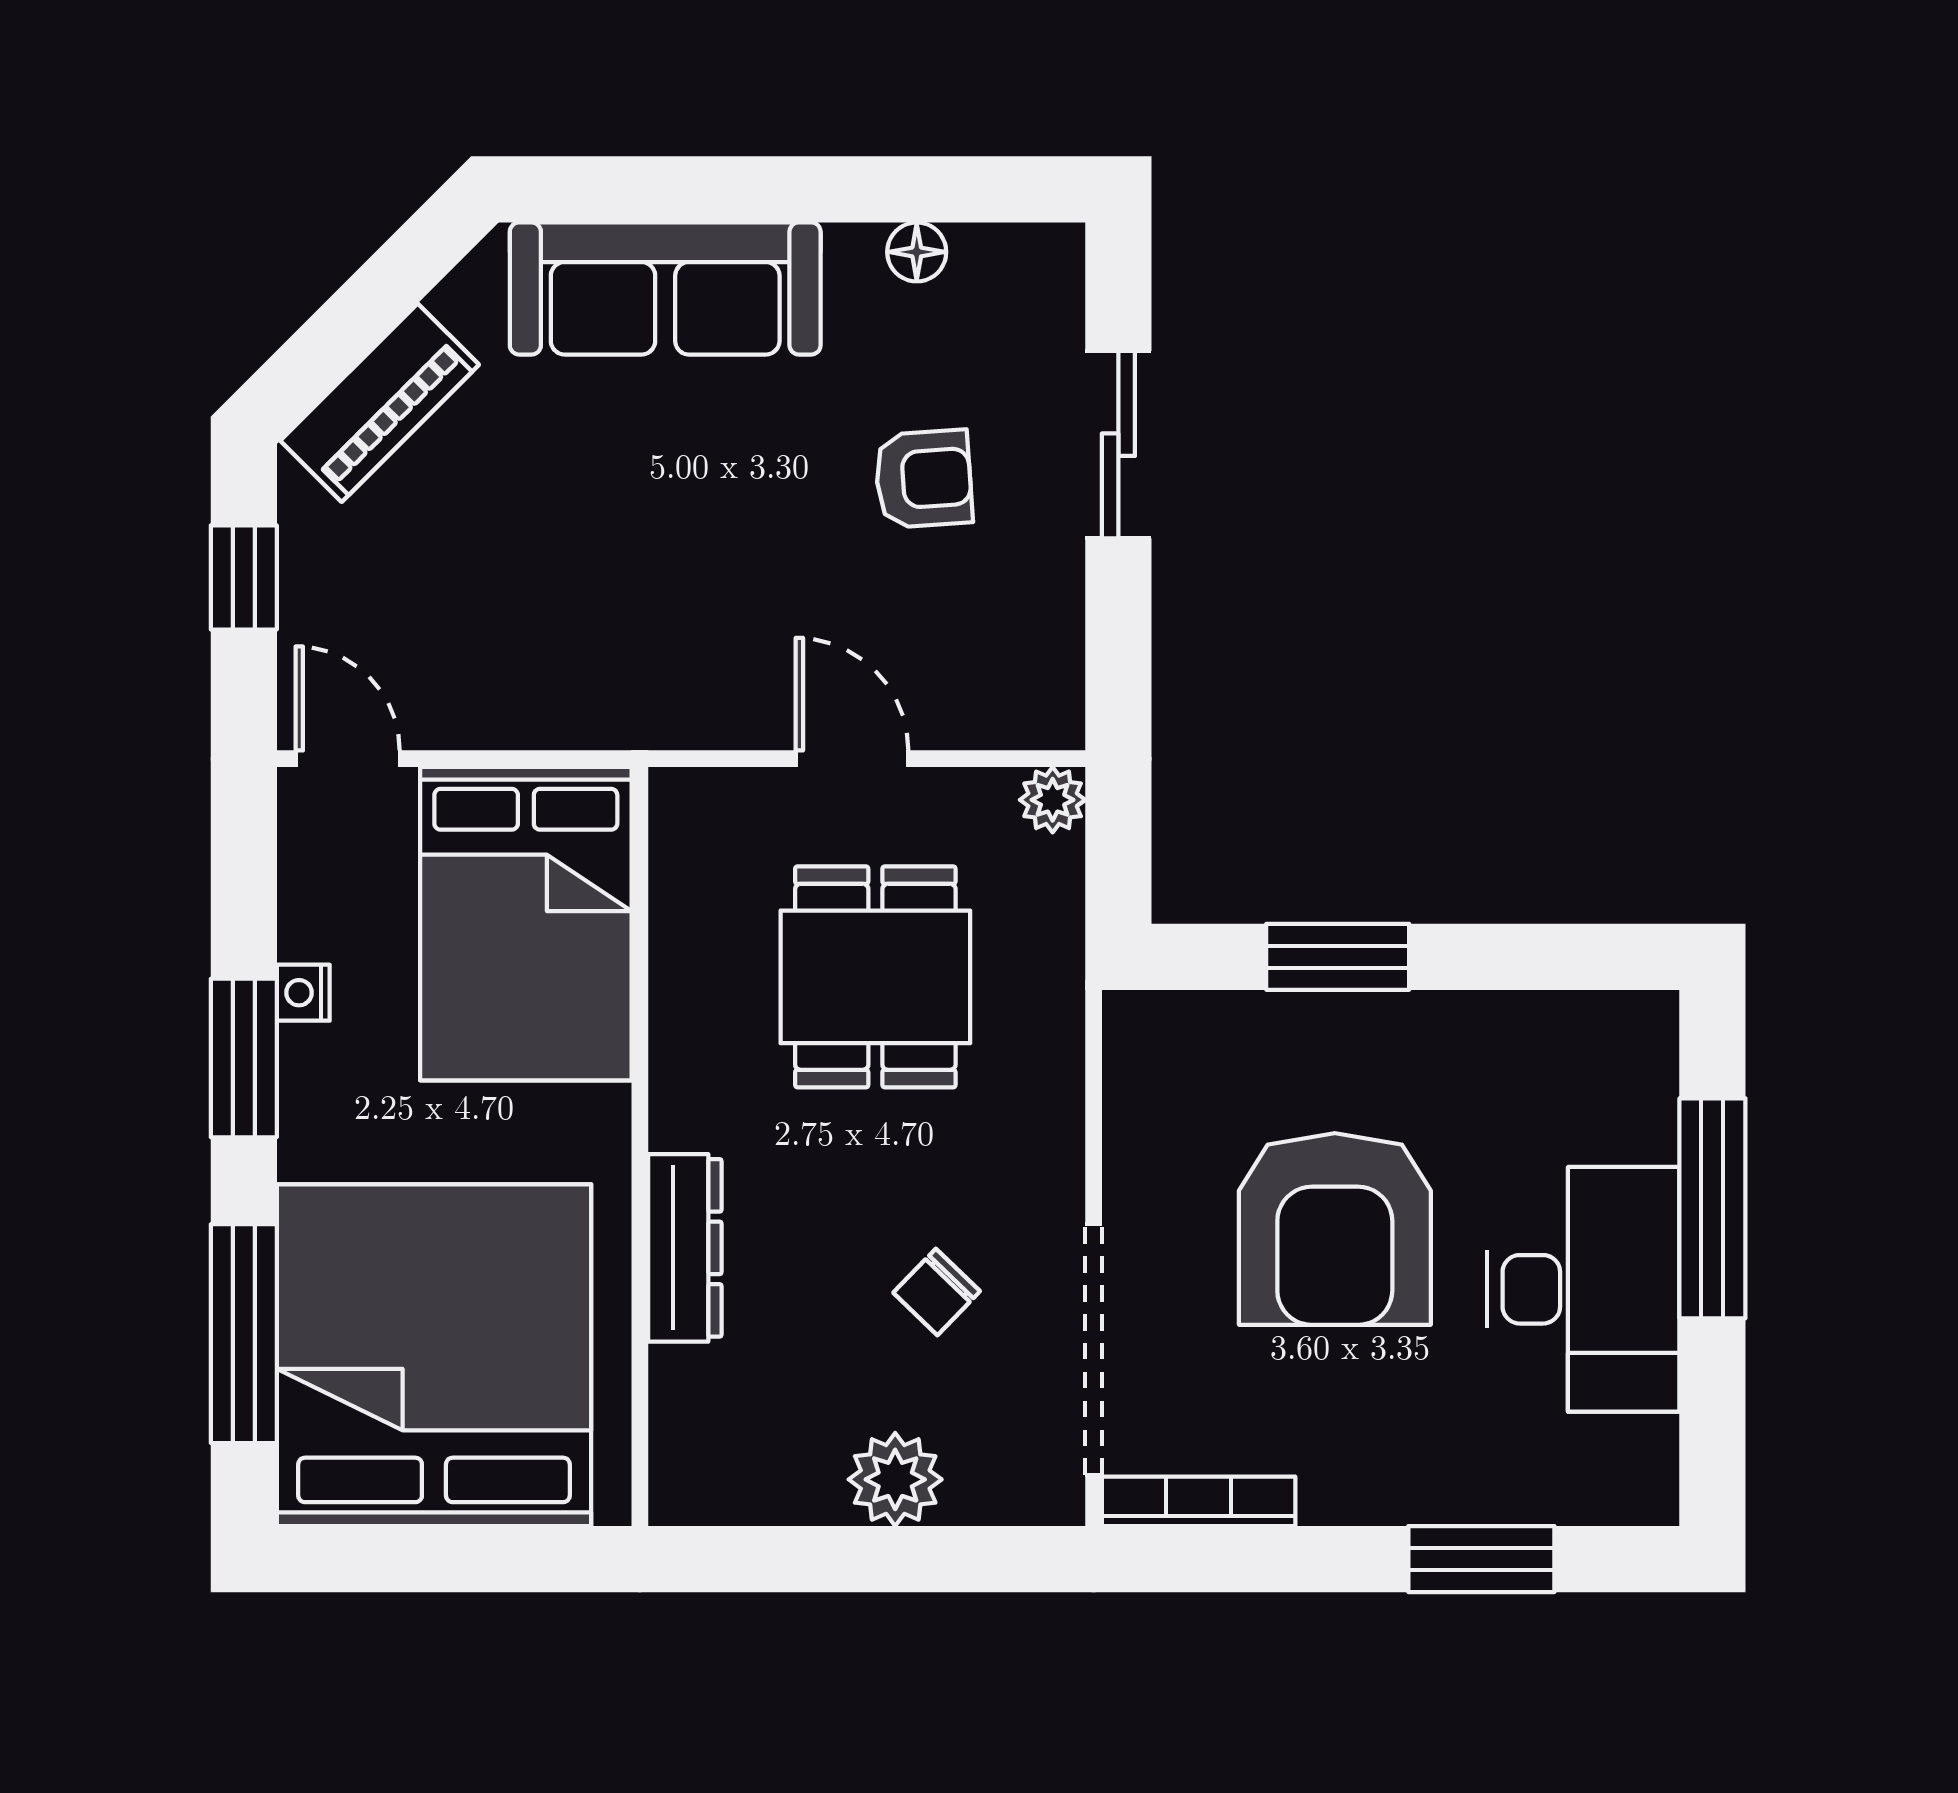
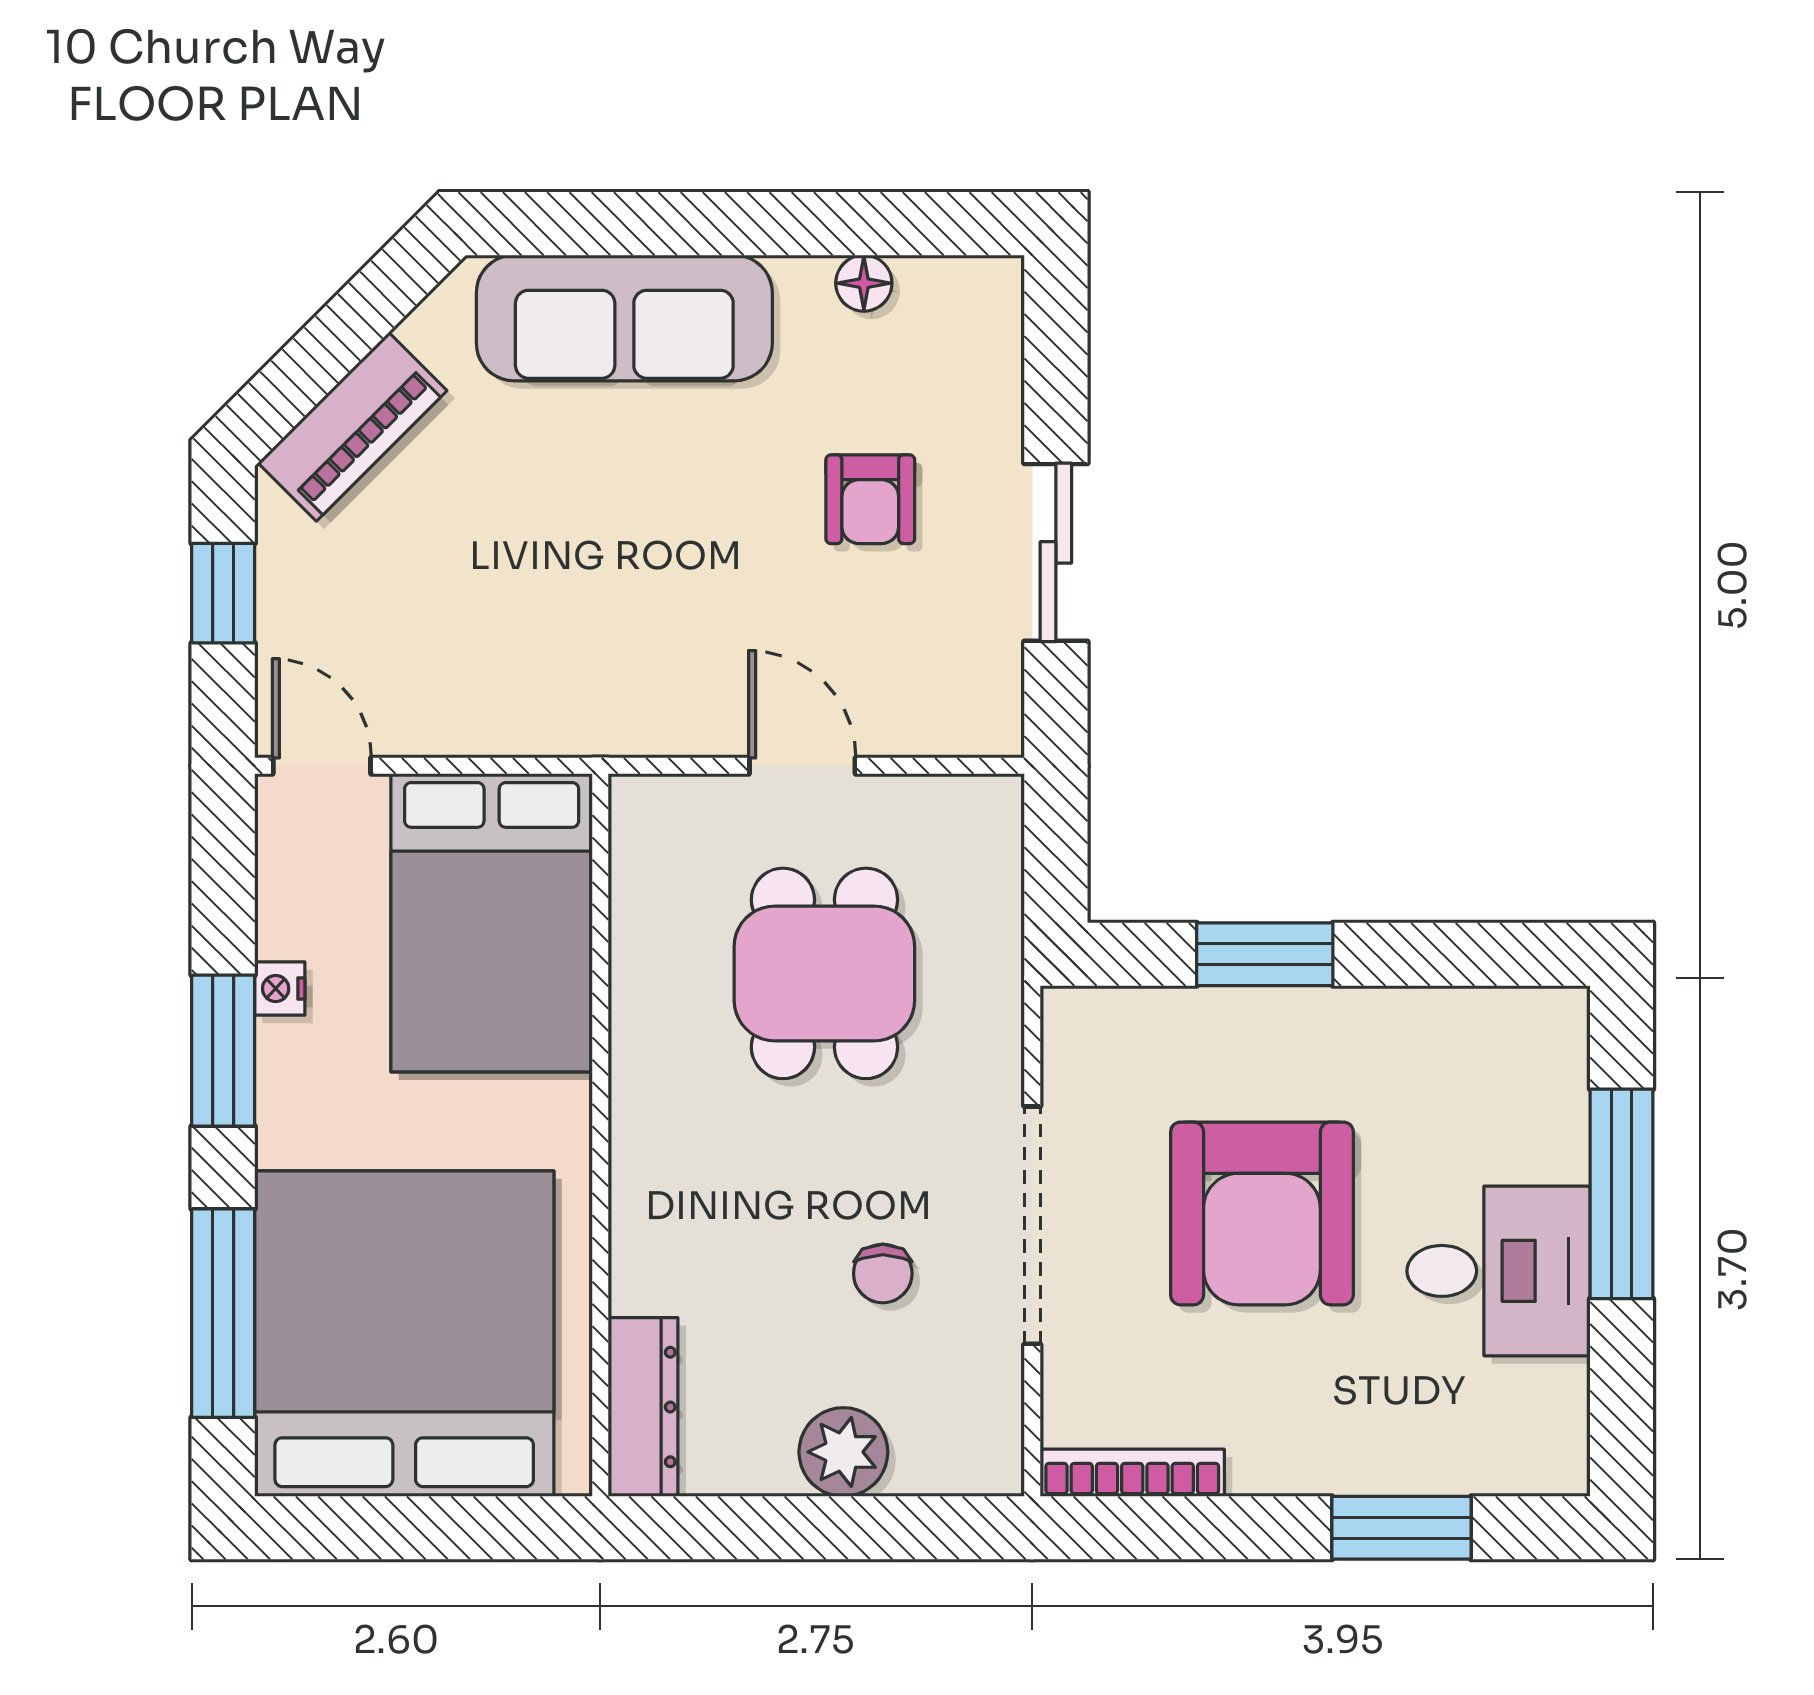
sliding door: (1118, 445) -> (1056, 552), moved
armchair: (923, 479) -> (870, 499), turned 94
plant: (1053, 800) -> (993, 805), removed
dresser: (685, 1248) -> (643, 1407), moved
desk: (1583, 1289) -> (1499, 1271), width x0.73
chair: (937, 1292) -> (883, 1273), turned -44
doorway: (1094, 1350) -> (1032, 1225), moved

